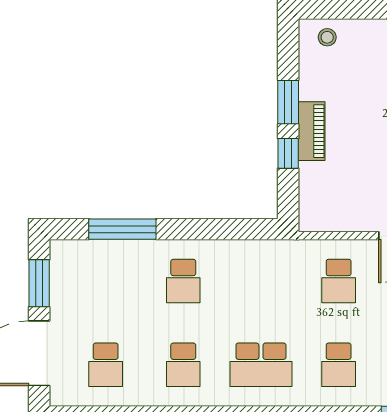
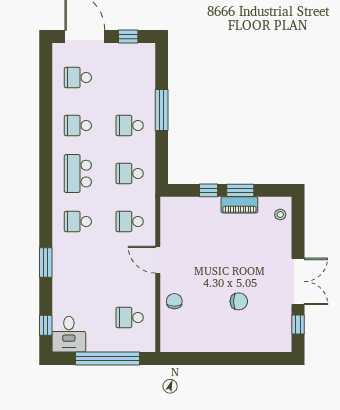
piano: (312, 131) -> (239, 205), moved
window: (122, 229) -> (162, 110), moved
school desk: (261, 281) -> (130, 174), added
window: (39, 283) -> (128, 36), width x0.67

